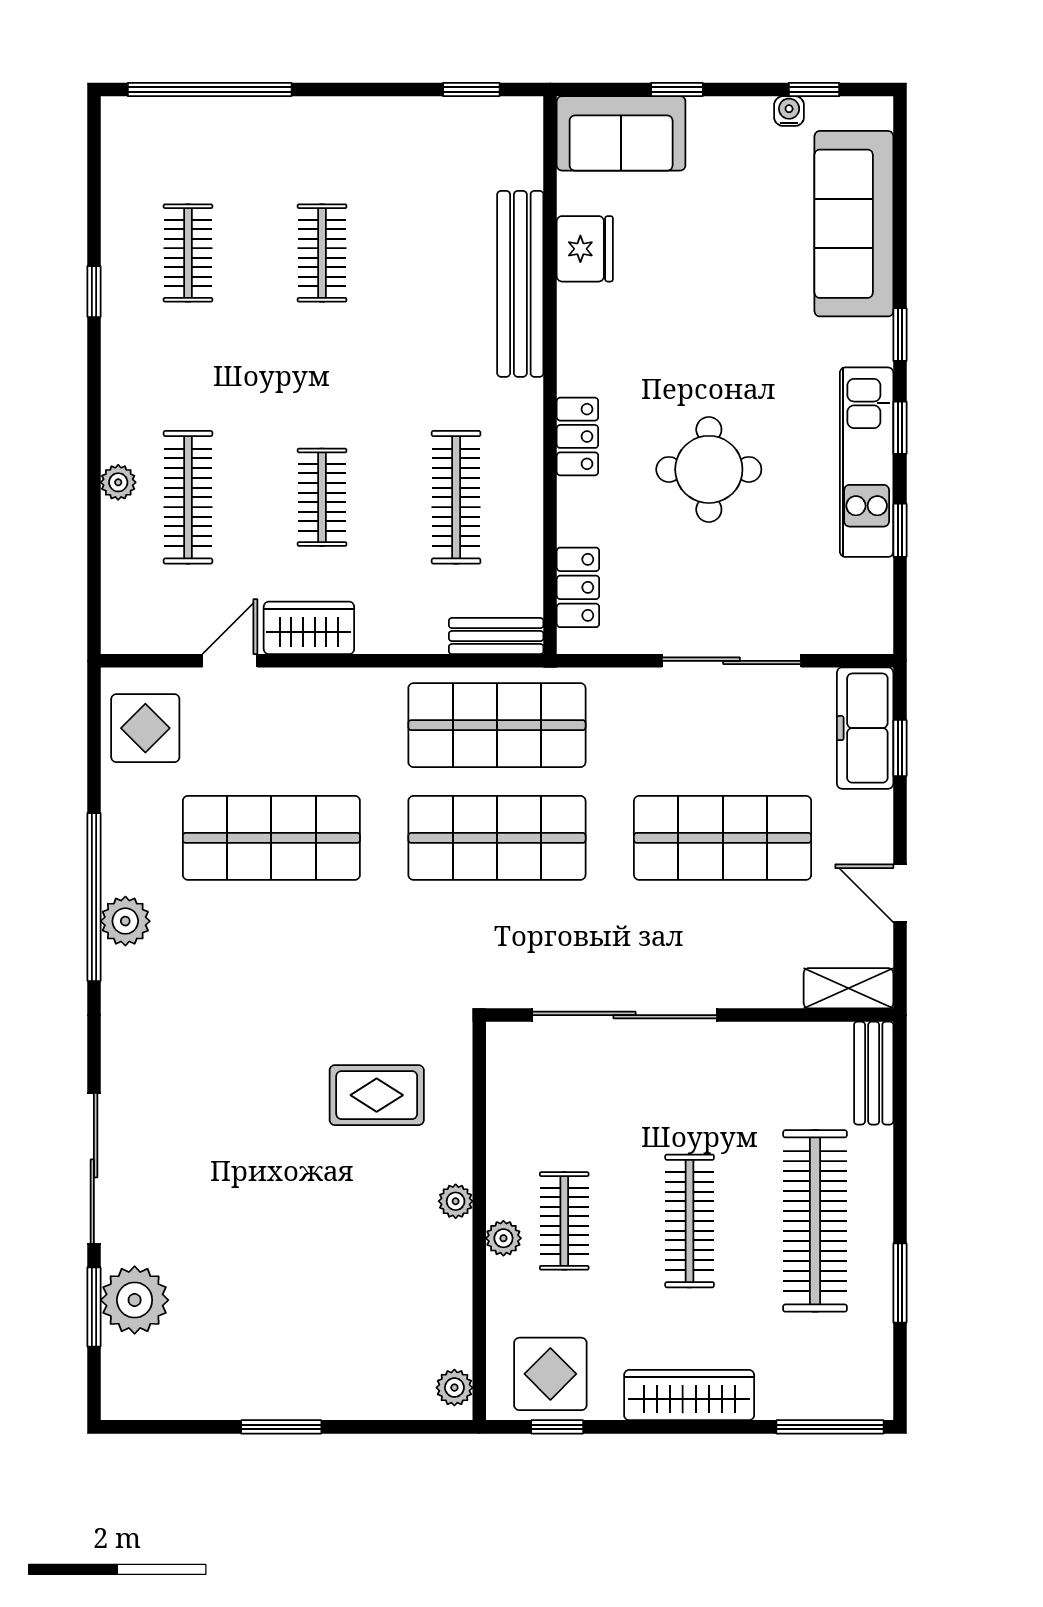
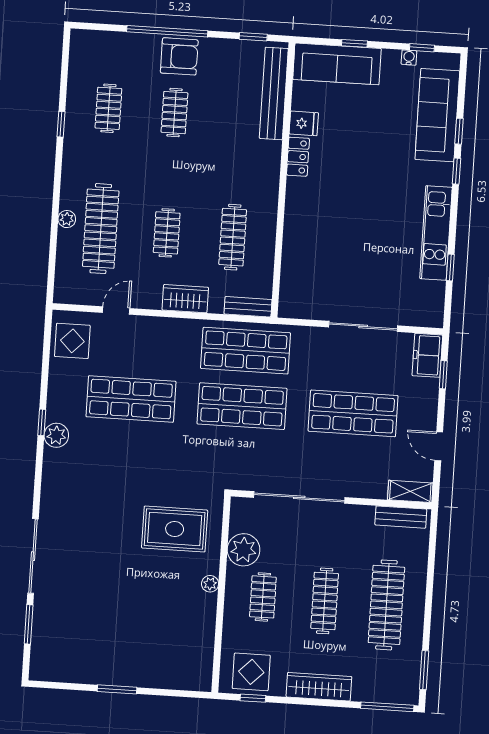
window: (210, 89) -> (167, 31), moved
sofa: (621, 133) -> (337, 64), width x1.36
armchair: (324, 139) -> (179, 56), added
fridge: (585, 249) -> (304, 123), width x0.72
bench: (520, 284) -> (274, 94), moved
window: (900, 428) -> (459, 131), moved
locker: (577, 436) -> (298, 157), moved
round table: (709, 469) -> (358, 231), removed
clothes rail: (188, 497) -> (101, 229), width x1.37, depth x1.31
locker: (578, 587) -> (290, 285), removed
wardrobe: (309, 628) -> (185, 299), moved
freezer: (865, 728) -> (427, 355), width x0.71
window: (94, 897) -> (42, 422), width x0.32
bench: (874, 1073) -> (401, 517), moved, turned 90
rug: (377, 1095) -> (175, 529), width x1.36, depth x1.43
plant: (503, 1238) -> (244, 550), moved, width x1.87, depth x1.87
window: (900, 1283) -> (424, 670), moved
plant: (135, 1300) -> (49, 622), removed
plant: (454, 1388) -> (204, 675), removed

